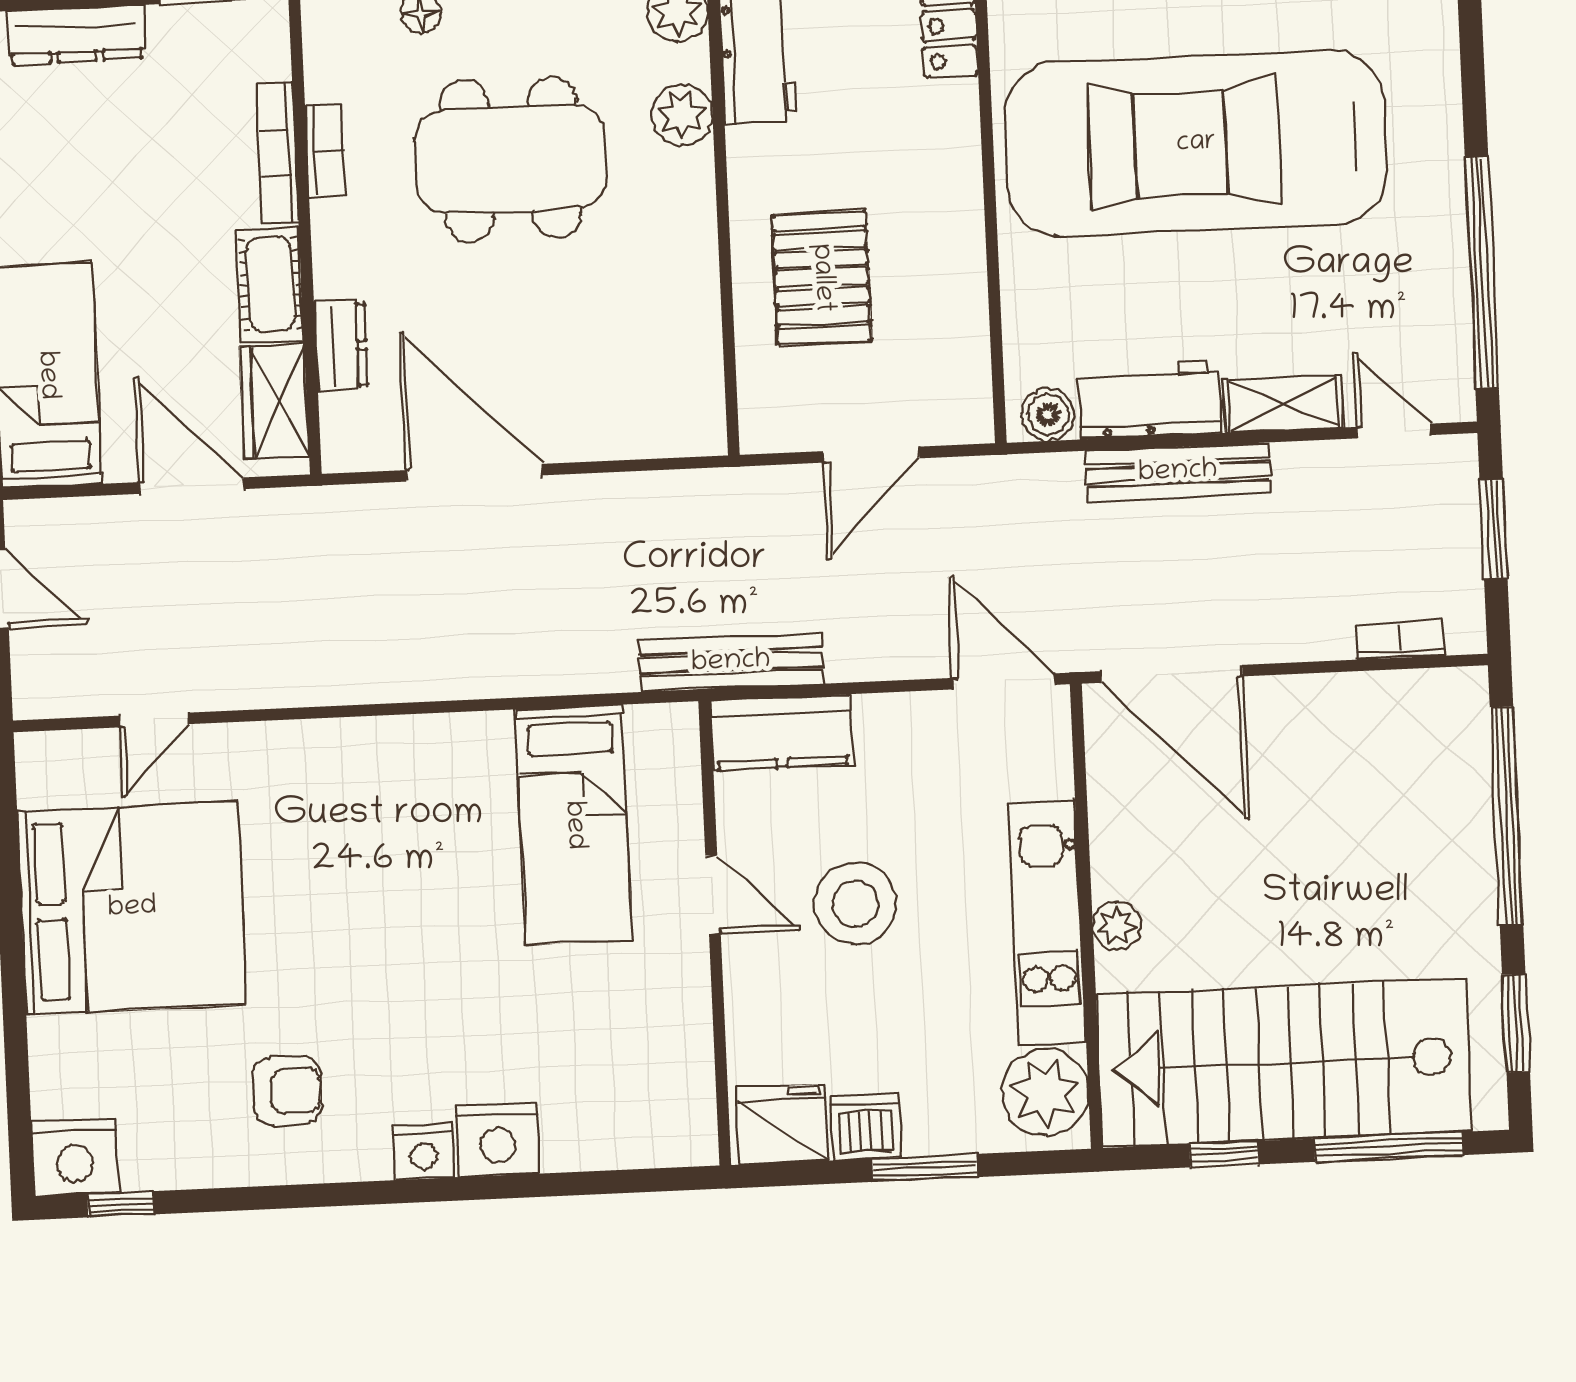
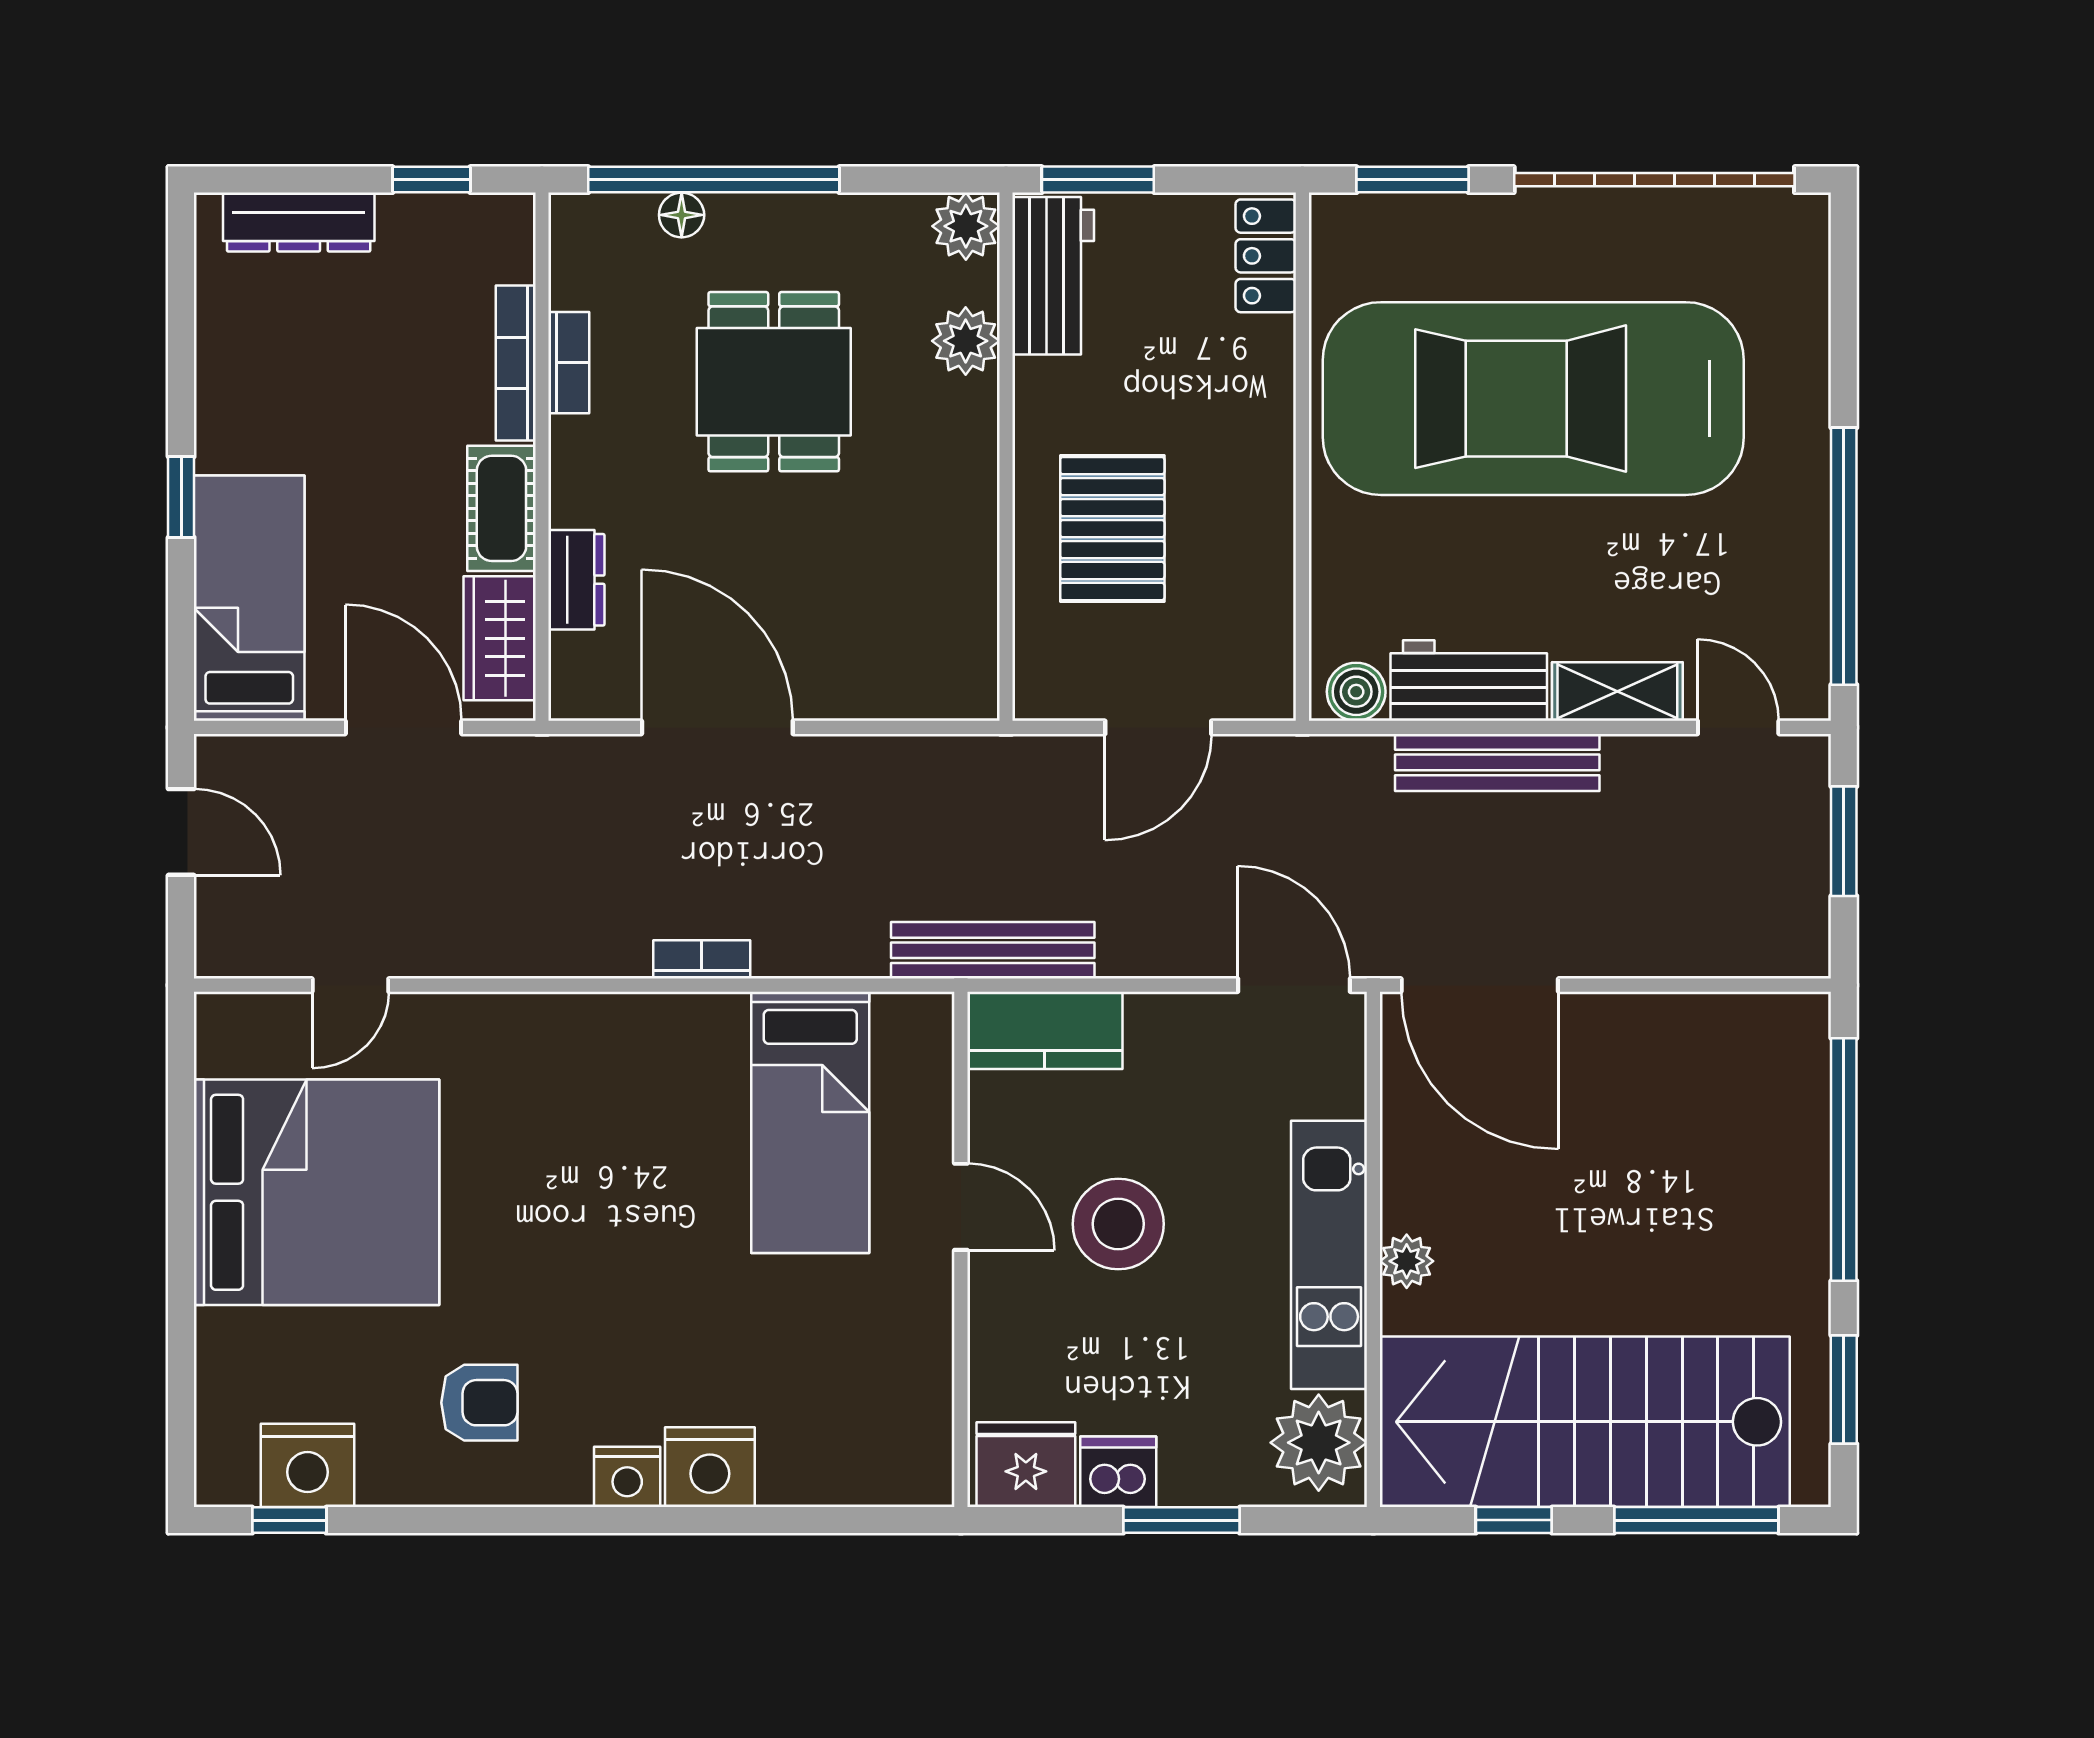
dining table: (511, 159) -> (774, 382), width x0.73
bookcase: (1401, 640) -> (702, 959), moved
nightstand: (75, 1157) -> (307, 1465), moved

